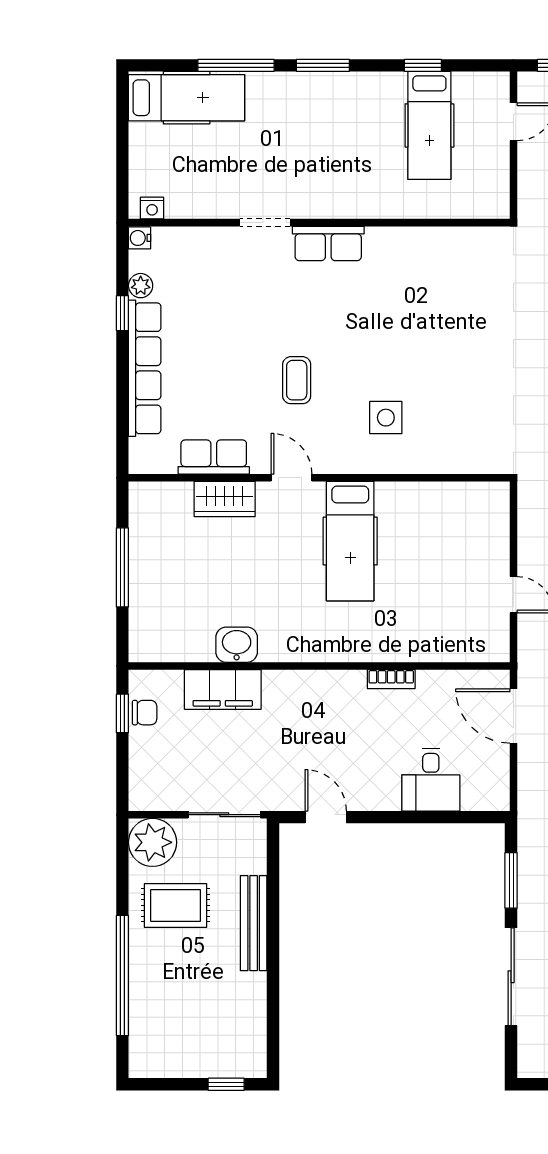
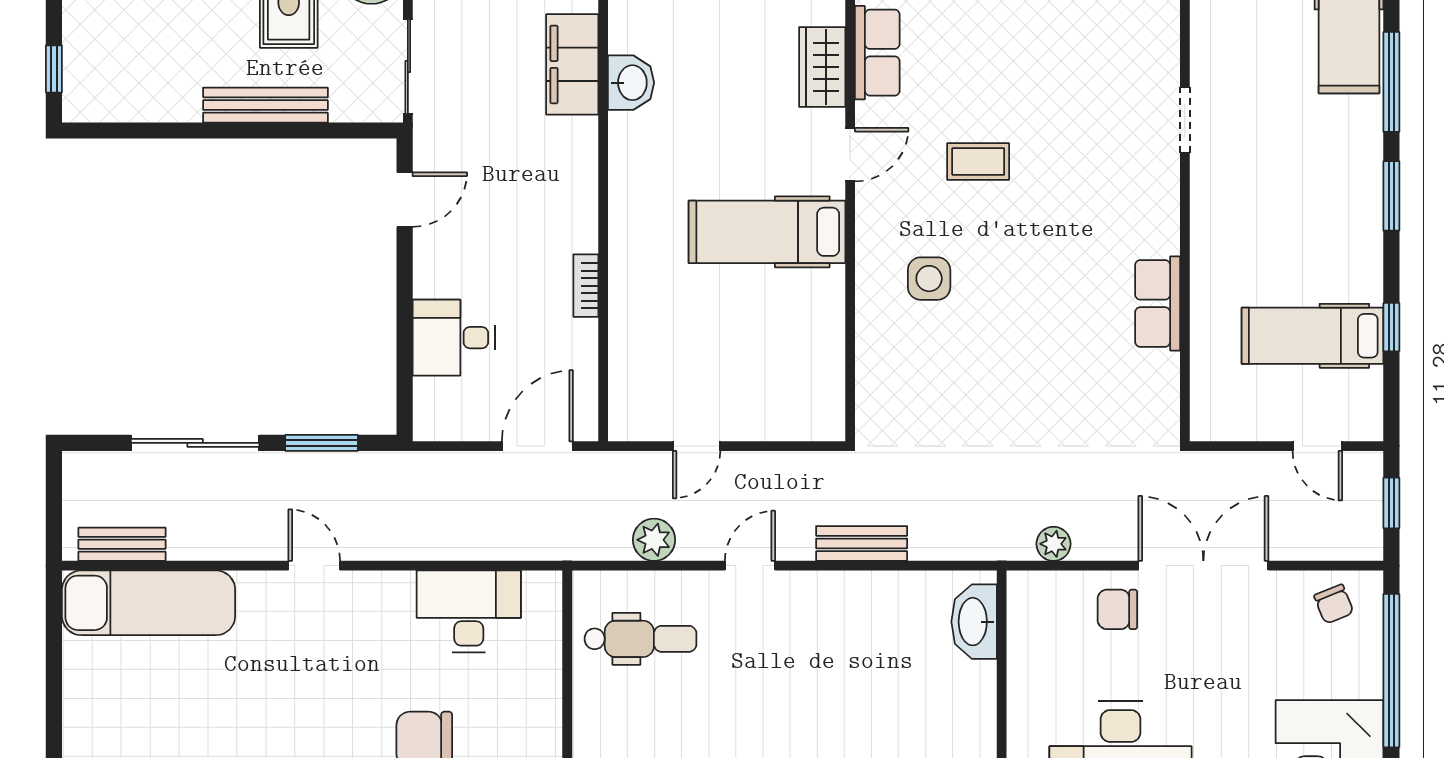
row of seats: (328, 243) -> (1158, 303), moved

